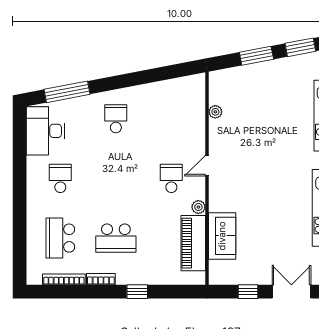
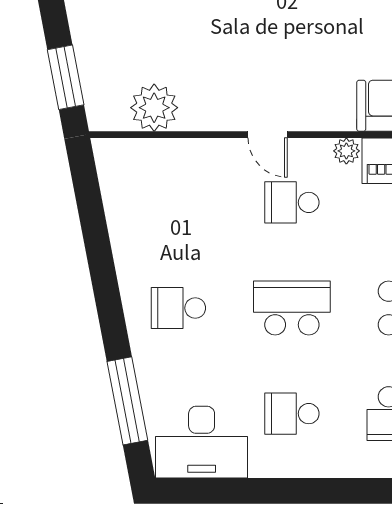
window: (256, 56) -> (66, 77), moved
plant: (215, 112) -> (154, 108), width x1.87, depth x1.87
school desk: (116, 178) -> (292, 308), added

